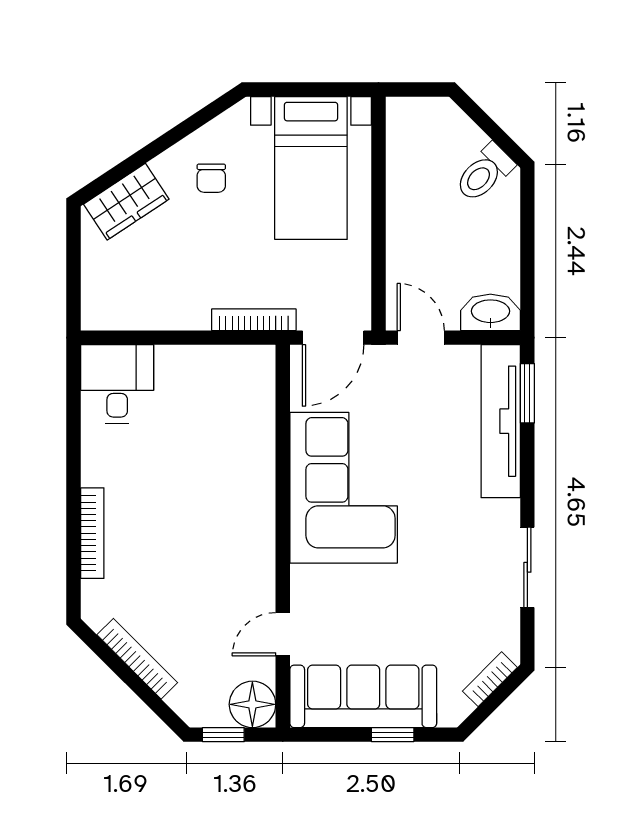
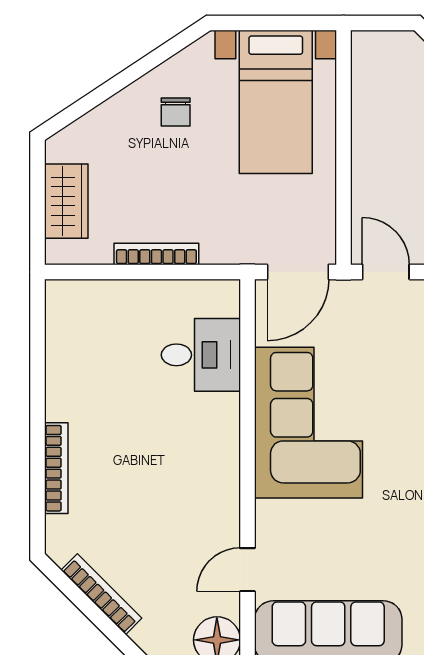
wardrobe: (126, 202) -> (66, 201), moved, turned -57
bookcase: (254, 320) -> (156, 254), moved
desk: (117, 384) -> (201, 355), moved, turned 90

